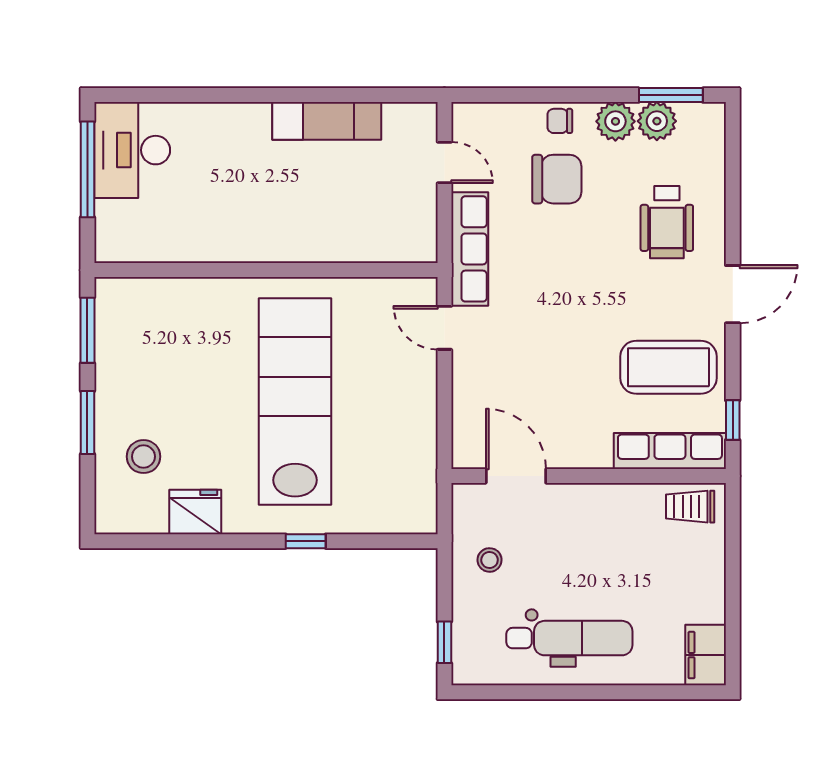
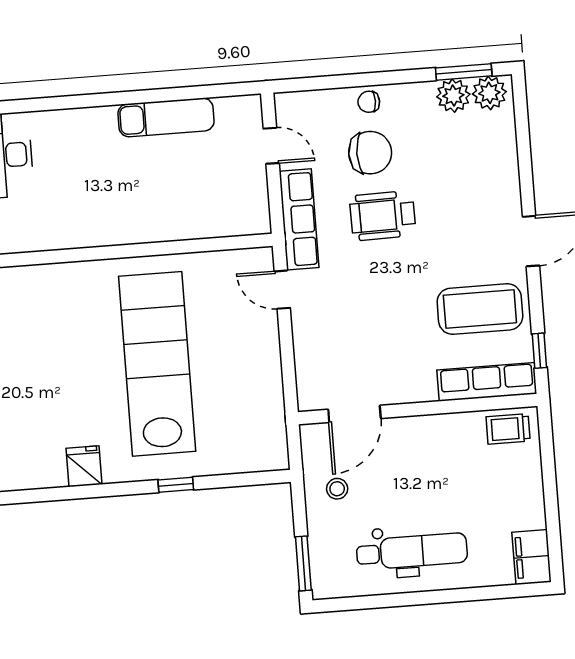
plant: (615, 121) -> (489, 93), moved
wheelchair: (667, 222) -> (383, 216), moved, turned 89
stool: (143, 457) -> (29, 422), removed
door: (516, 476) -> (354, 414), swing flipped
fridge: (195, 512) -> (84, 466), width x0.72
window: (444, 642) -> (303, 563), width x1.50

